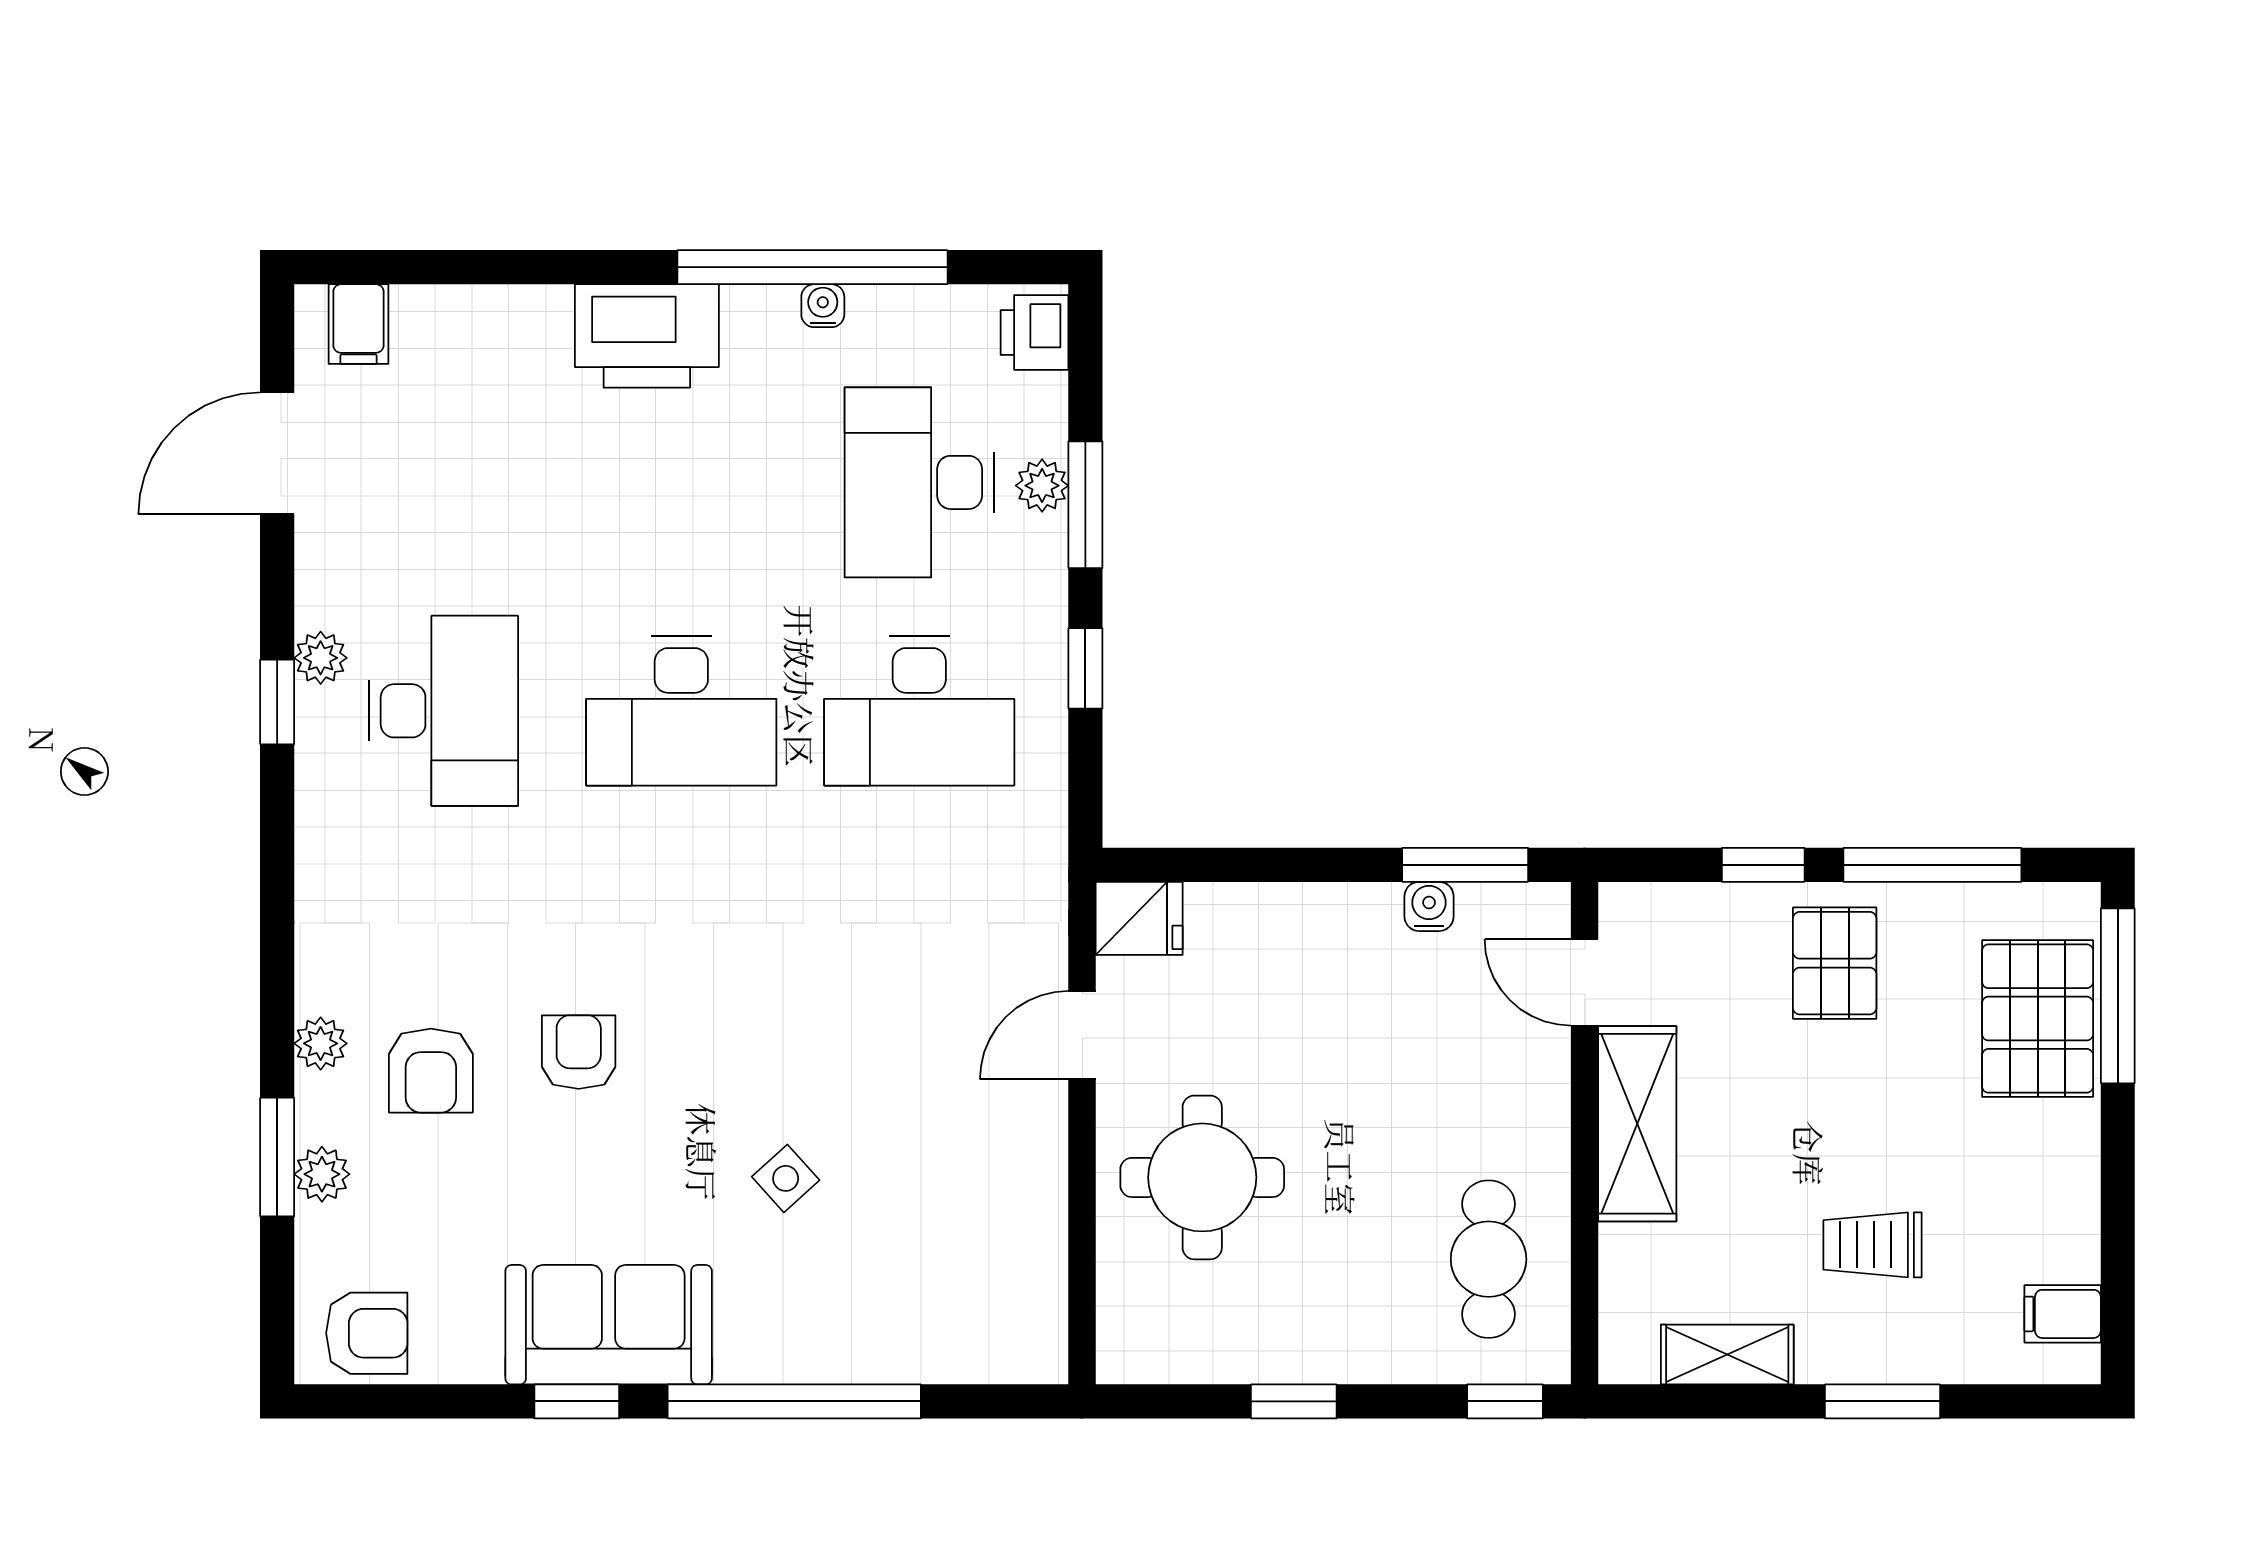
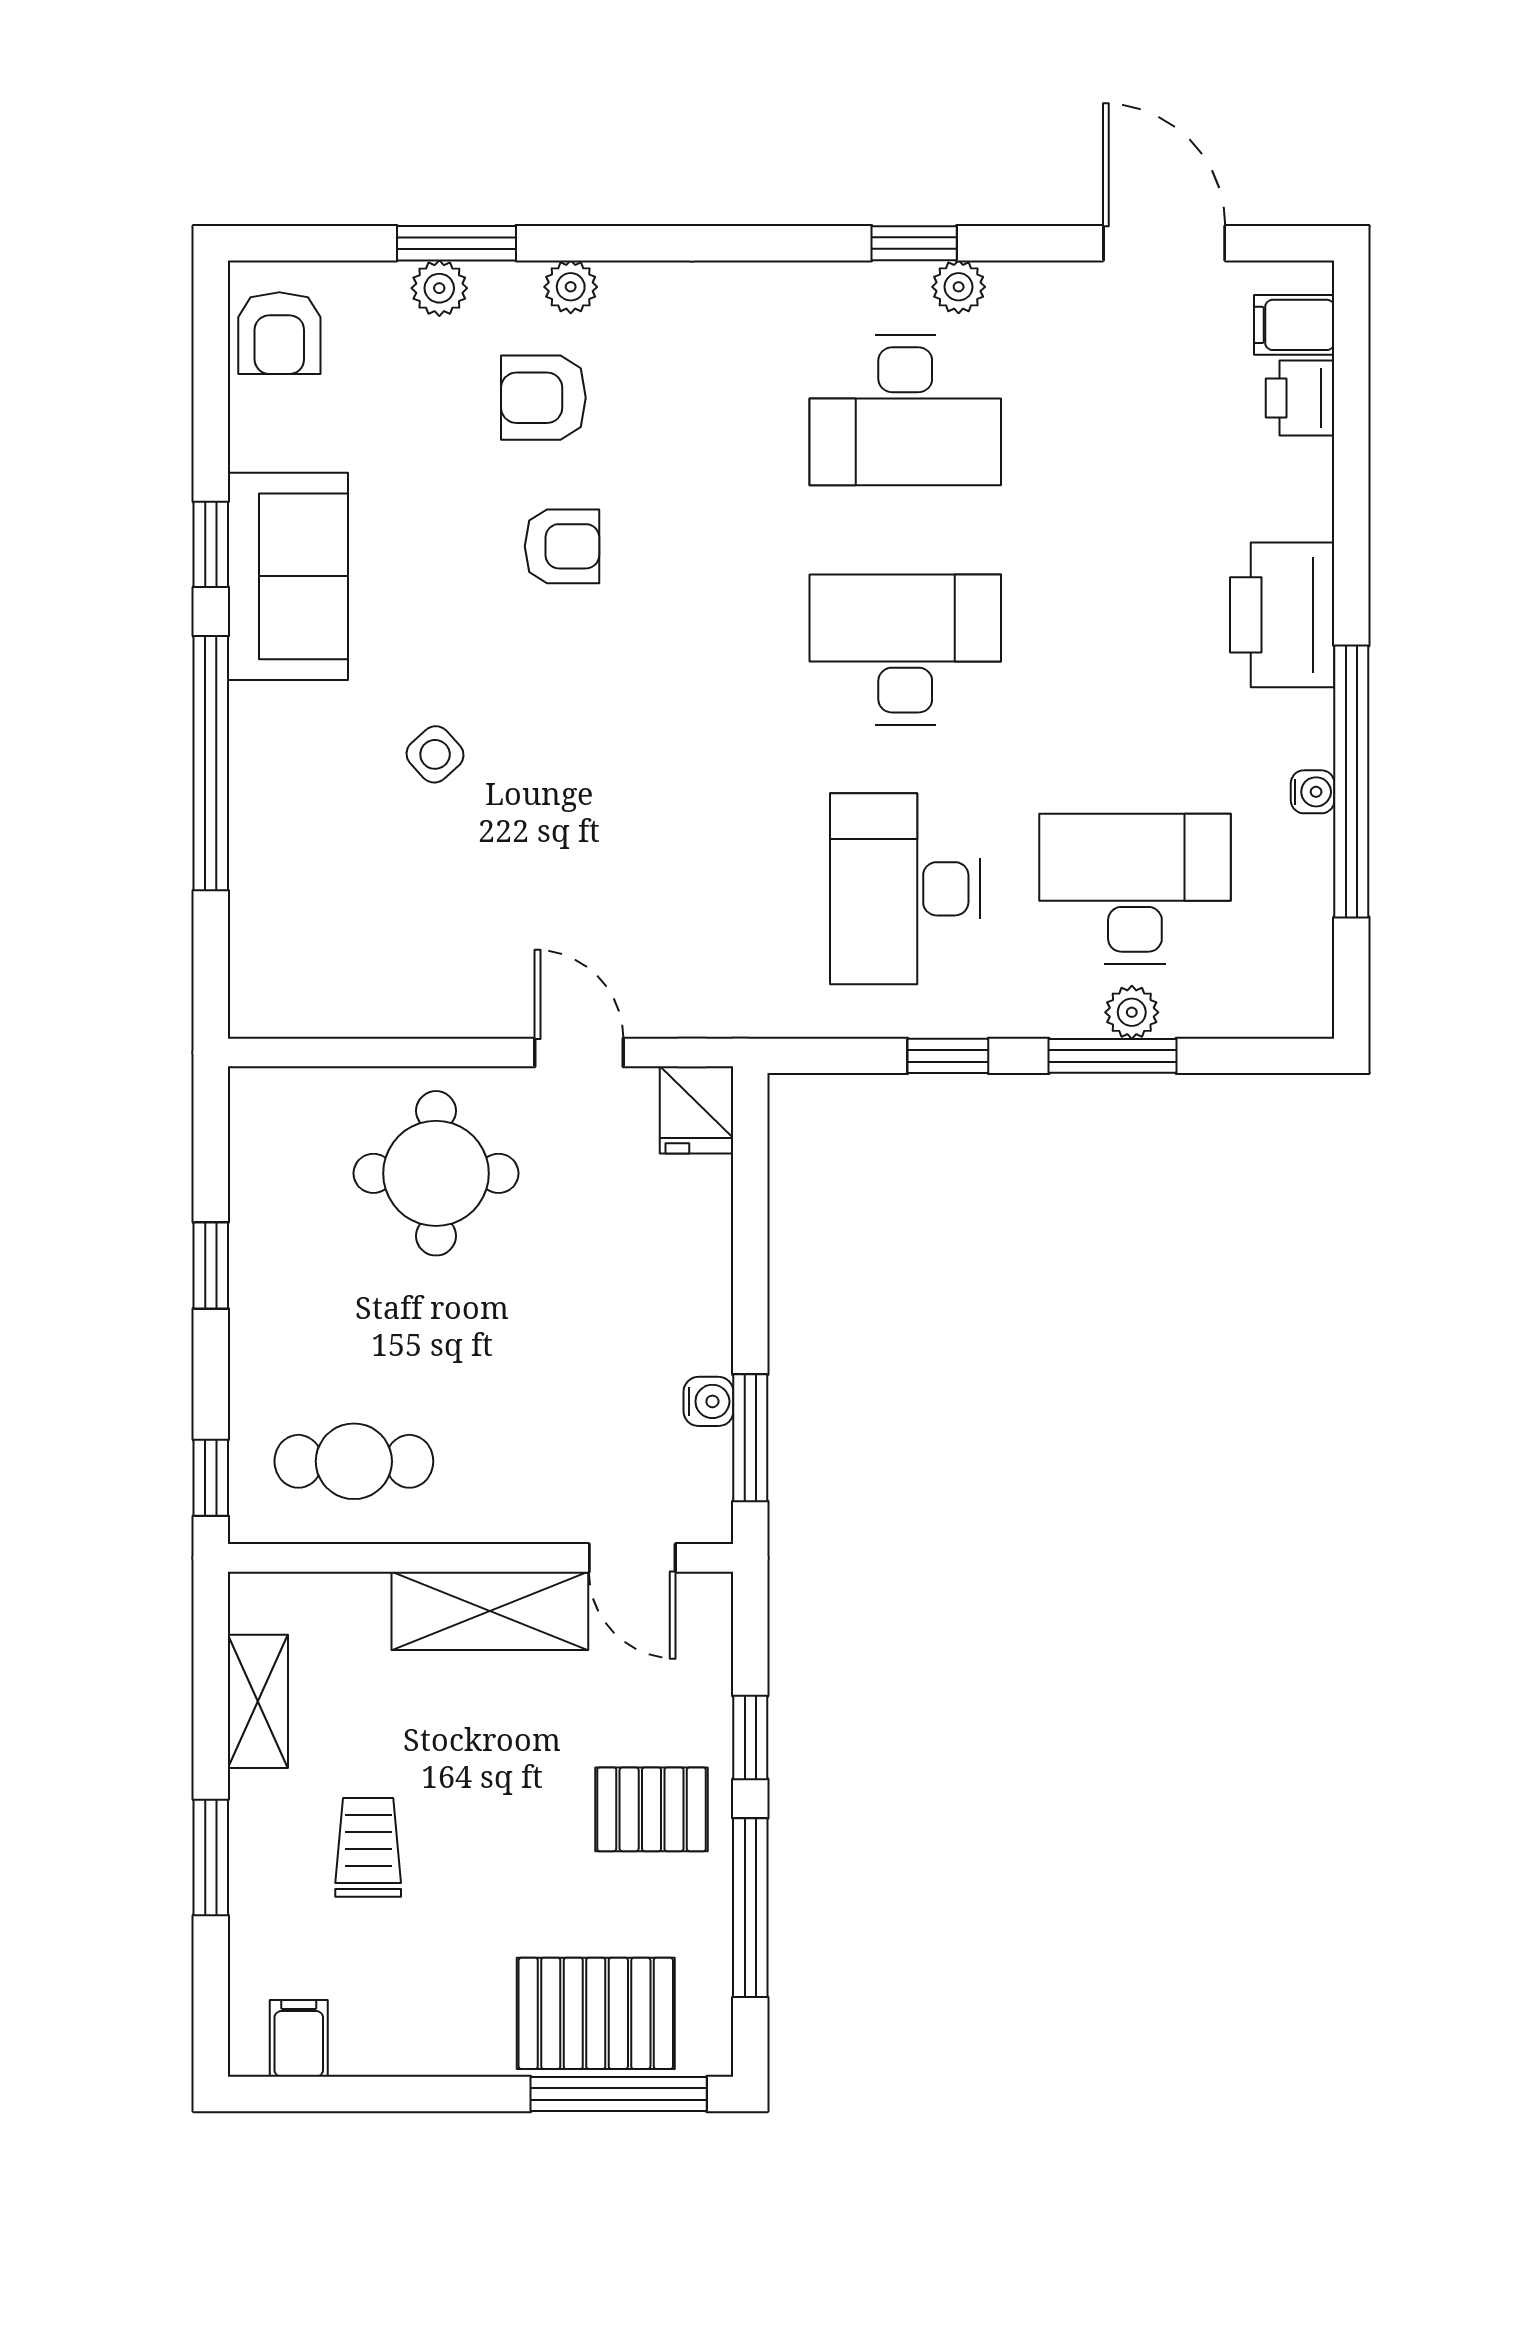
printer: (1034, 332) -> (1300, 398), moved, turned -90
desk: (681, 711) -> (905, 650), turned 90
door: (1585, 982) -> (632, 1558), swing flipped

